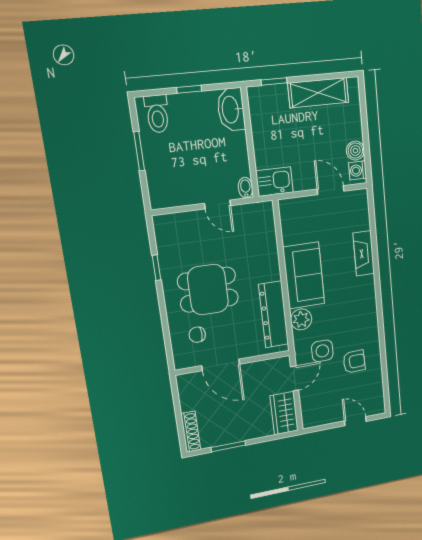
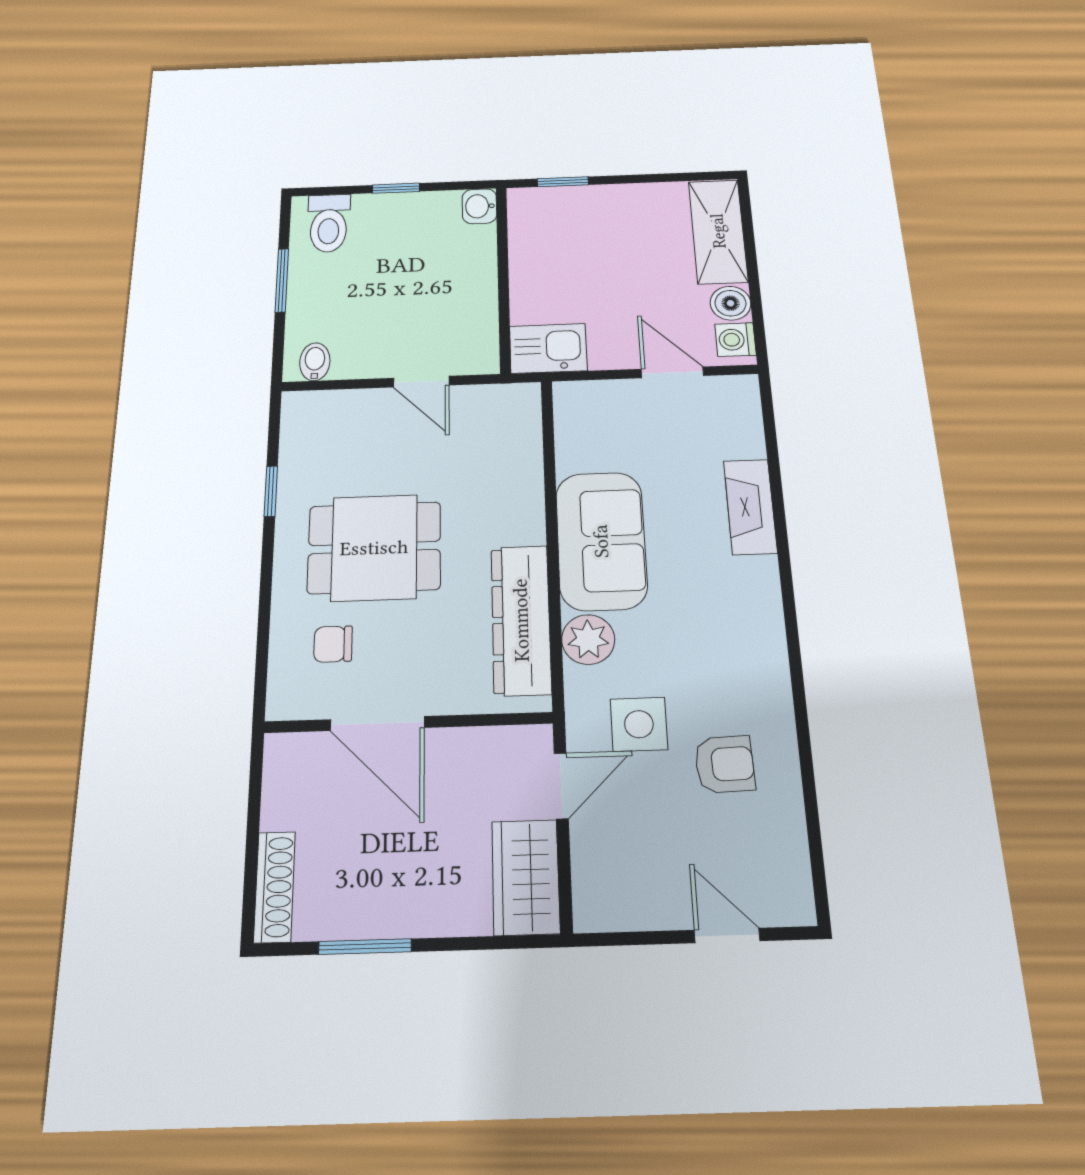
shelving: (318, 93) -> (718, 231), moved, turned 90
washbasin: (231, 110) -> (479, 206), width x0.52, depth x0.69
bidet: (246, 188) -> (315, 362), moved

